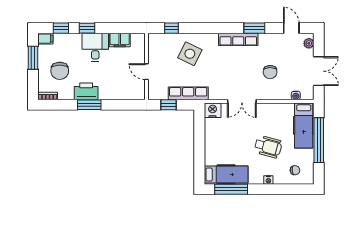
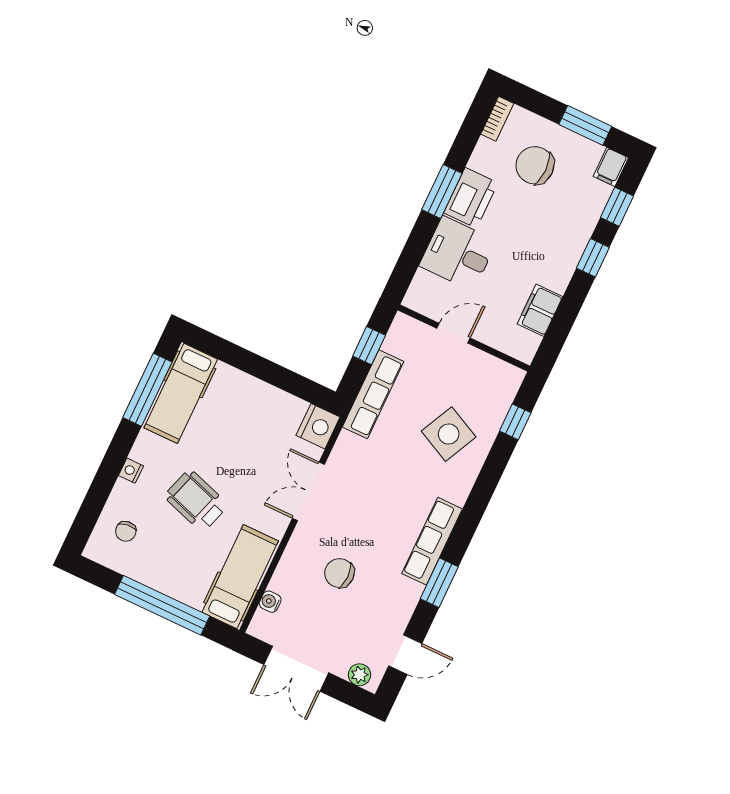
desk: (95, 47) -> (458, 253), moved, turned 180
hospital bed: (304, 125) -> (240, 577), moved, turned 90
wheelchair: (268, 147) -> (196, 501), turned 93

